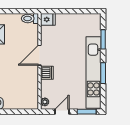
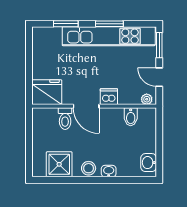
toilet: (30, 19) -> (65, 119), moved
fridge: (48, 19) -> (47, 92), width x1.88, depth x1.34
bidet: (31, 90) -> (131, 117), added

